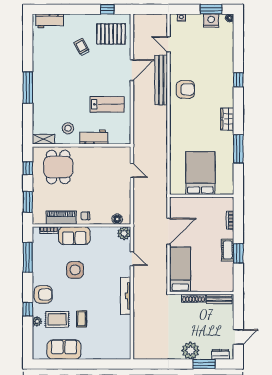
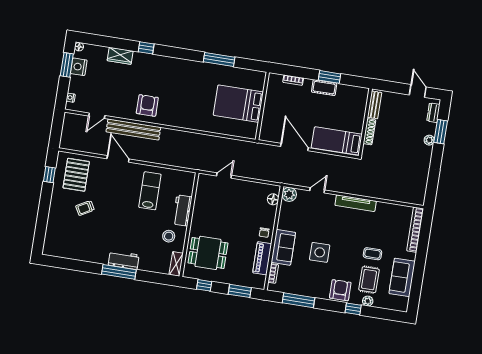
workbench: (50, 21) -> (124, 260), moved, turned -90
wardrobe: (227, 119) -> (120, 56), moved
plant: (190, 351) -> (429, 140), width x0.53, depth x0.53
bookcase: (110, 355) -> (415, 230), added

